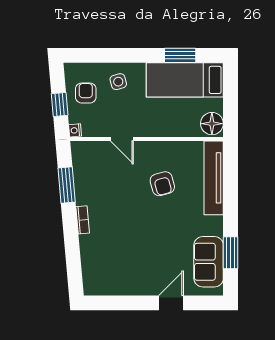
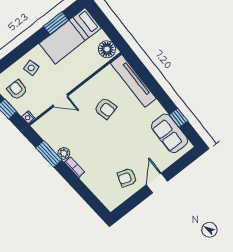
plant: (83, 197) -> (64, 153), added
window: (231, 253) -> (178, 118), width x0.67
armchair: (129, 273) -> (127, 178), added
door: (171, 303) -> (157, 183), moved

